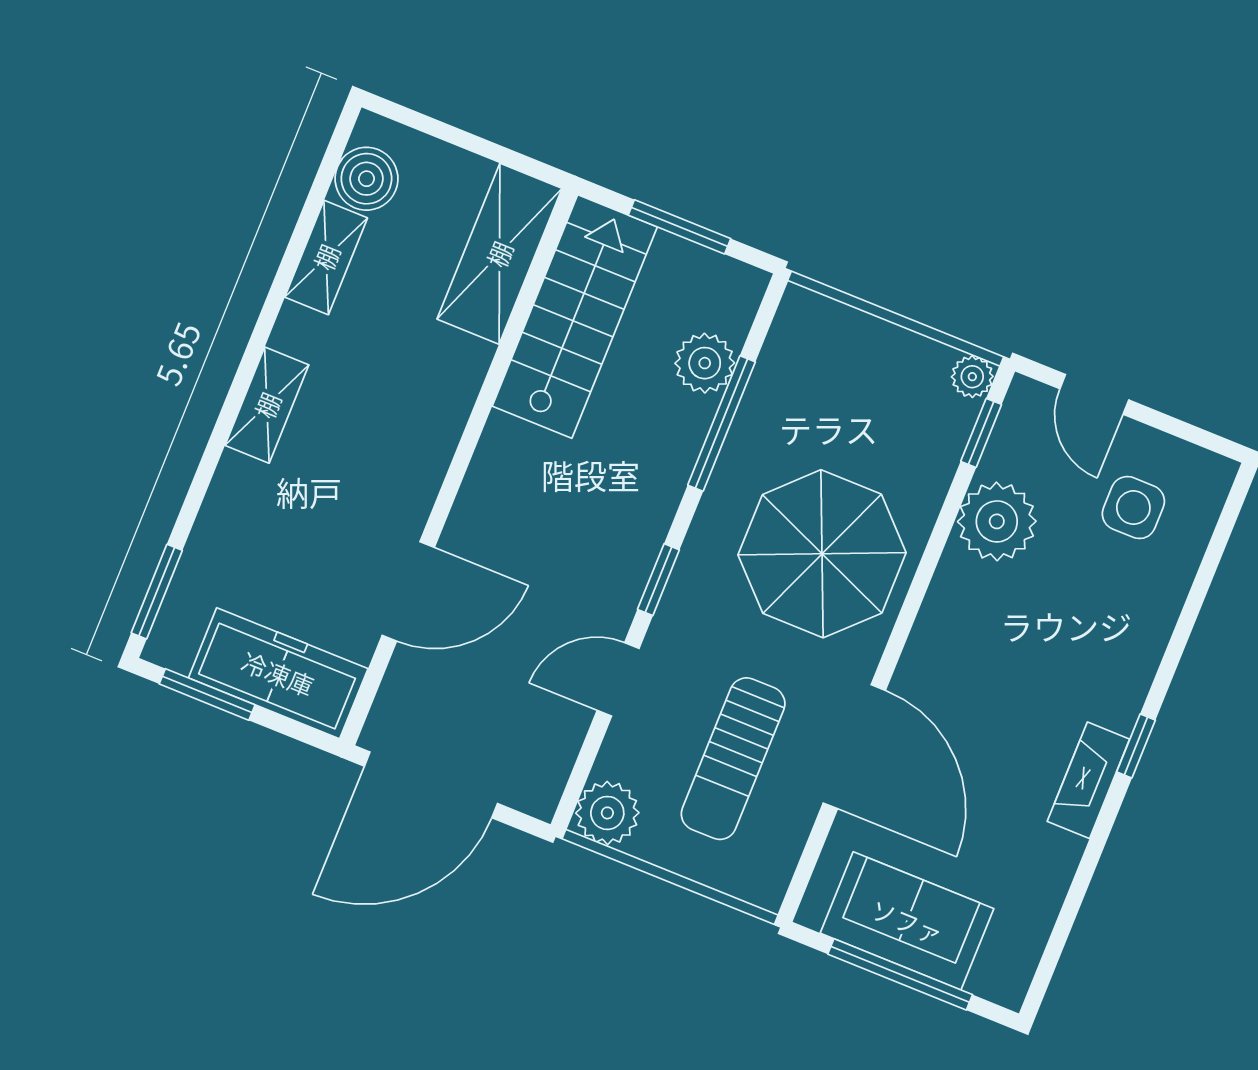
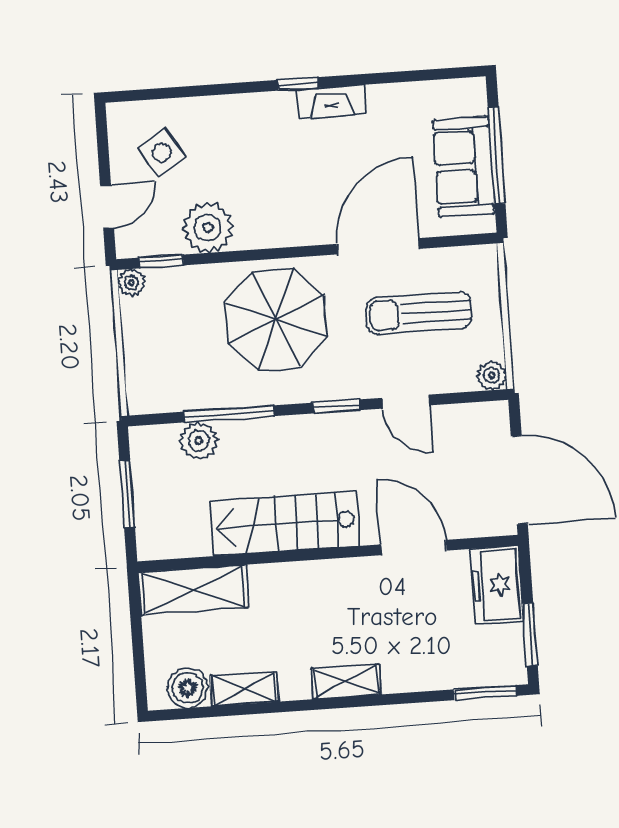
stairs: (575, 316) -> (285, 523), moved
side table: (1133, 508) -> (161, 153), turned -33
freezer: (278, 673) -> (497, 585), width x0.71
sun lounger: (733, 759) -> (419, 313), turned 180
plant: (607, 813) -> (492, 375), width x0.73, depth x0.73

